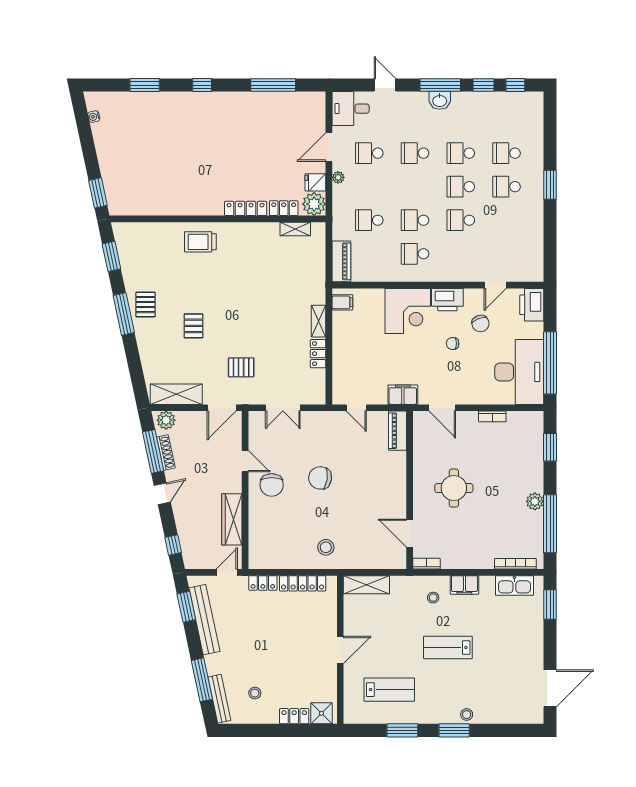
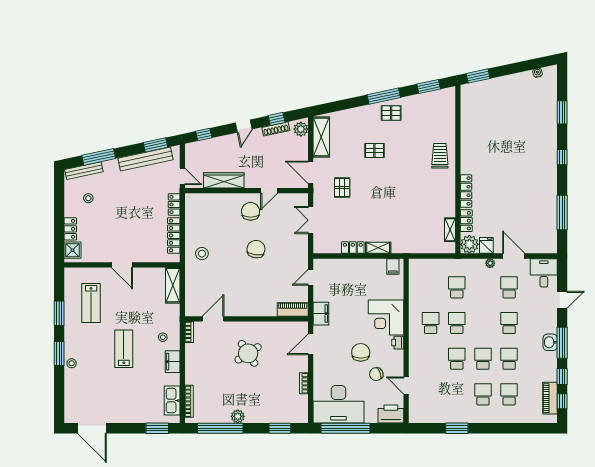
window: (550, 185) -> (457, 428), moved
piano: (341, 261) -> (550, 398), moved, turned 90
printer: (447, 300) -> (398, 343), width x0.53, depth x0.68
chair: (453, 344) -> (361, 352), width x1.87, depth x1.87
window: (153, 451) -> (277, 119), width x0.46
chair: (272, 485) -> (251, 211), turned 90
round table: (454, 488) -> (248, 353), turned -33
door: (162, 494) -> (244, 126), hinge flipped

